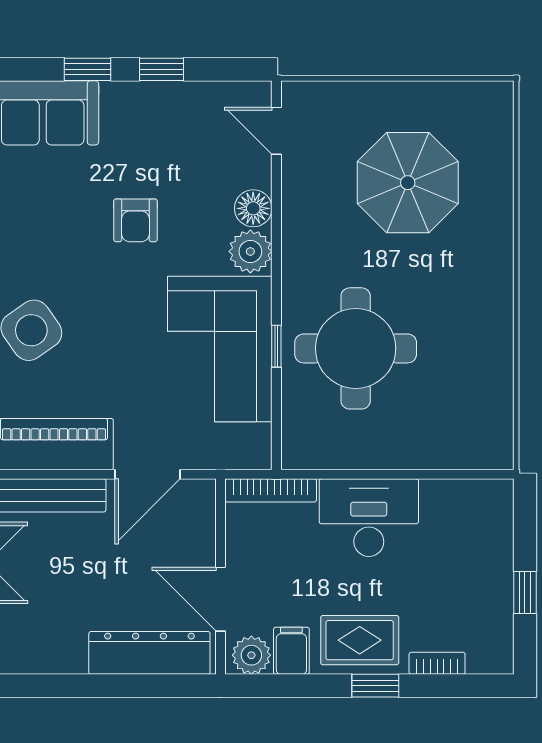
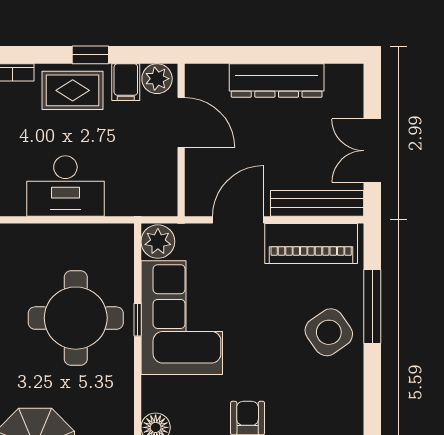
plant: (250, 251) -> (158, 242), moved
bookcase: (271, 490) -> (142, 207), removed
dresser: (149, 653) -> (277, 80), moved
window: (375, 686) -> (90, 55), moved

